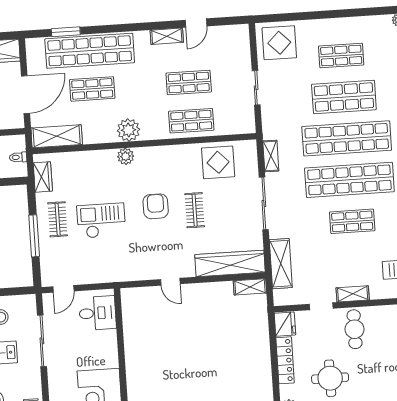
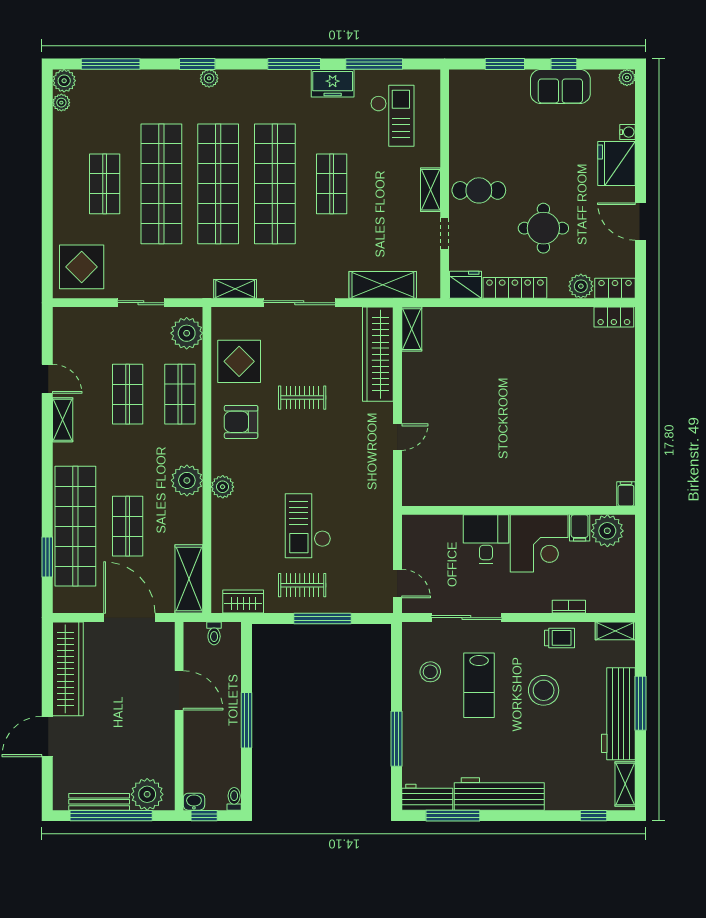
shop shelf: (344, 97) -> (161, 184), width x1.40
plant: (236, 123) -> (187, 333), added
armchair: (156, 206) -> (241, 422), moved
desk: (98, 313) -> (486, 539), moved

